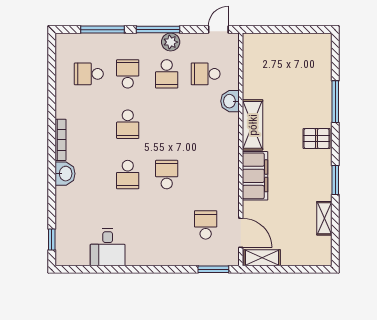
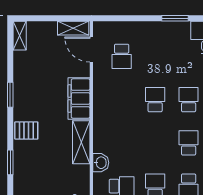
window: (335, 102) -> (10, 162), width x0.69
school desk: (167, 175) -> (155, 100), turned 180
shelving: (324, 218) -> (20, 36), moved
window: (213, 269) -> (175, 18), moved

